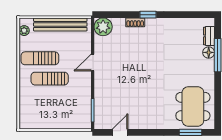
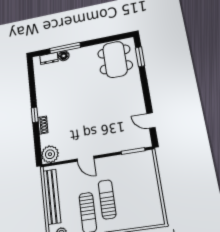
sun lounger: (50, 79) -> (107, 199), turned 180
dining table: (193, 106) -> (115, 59), turned 90

